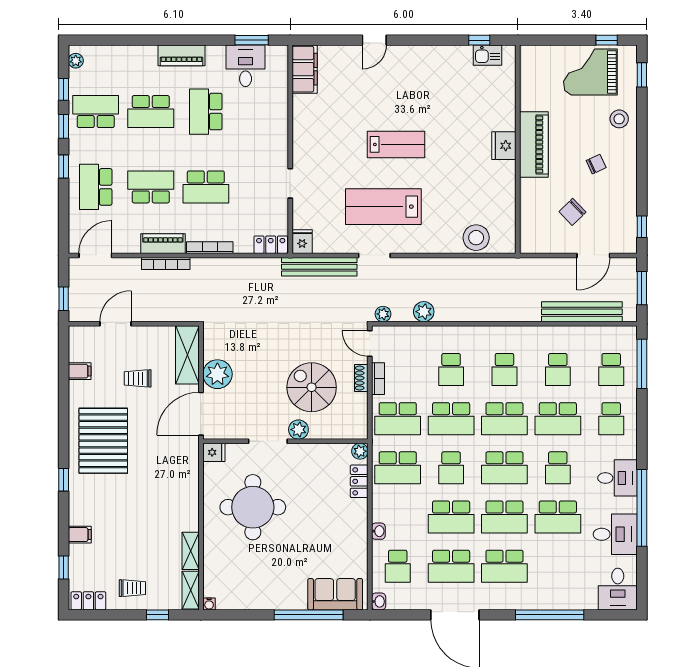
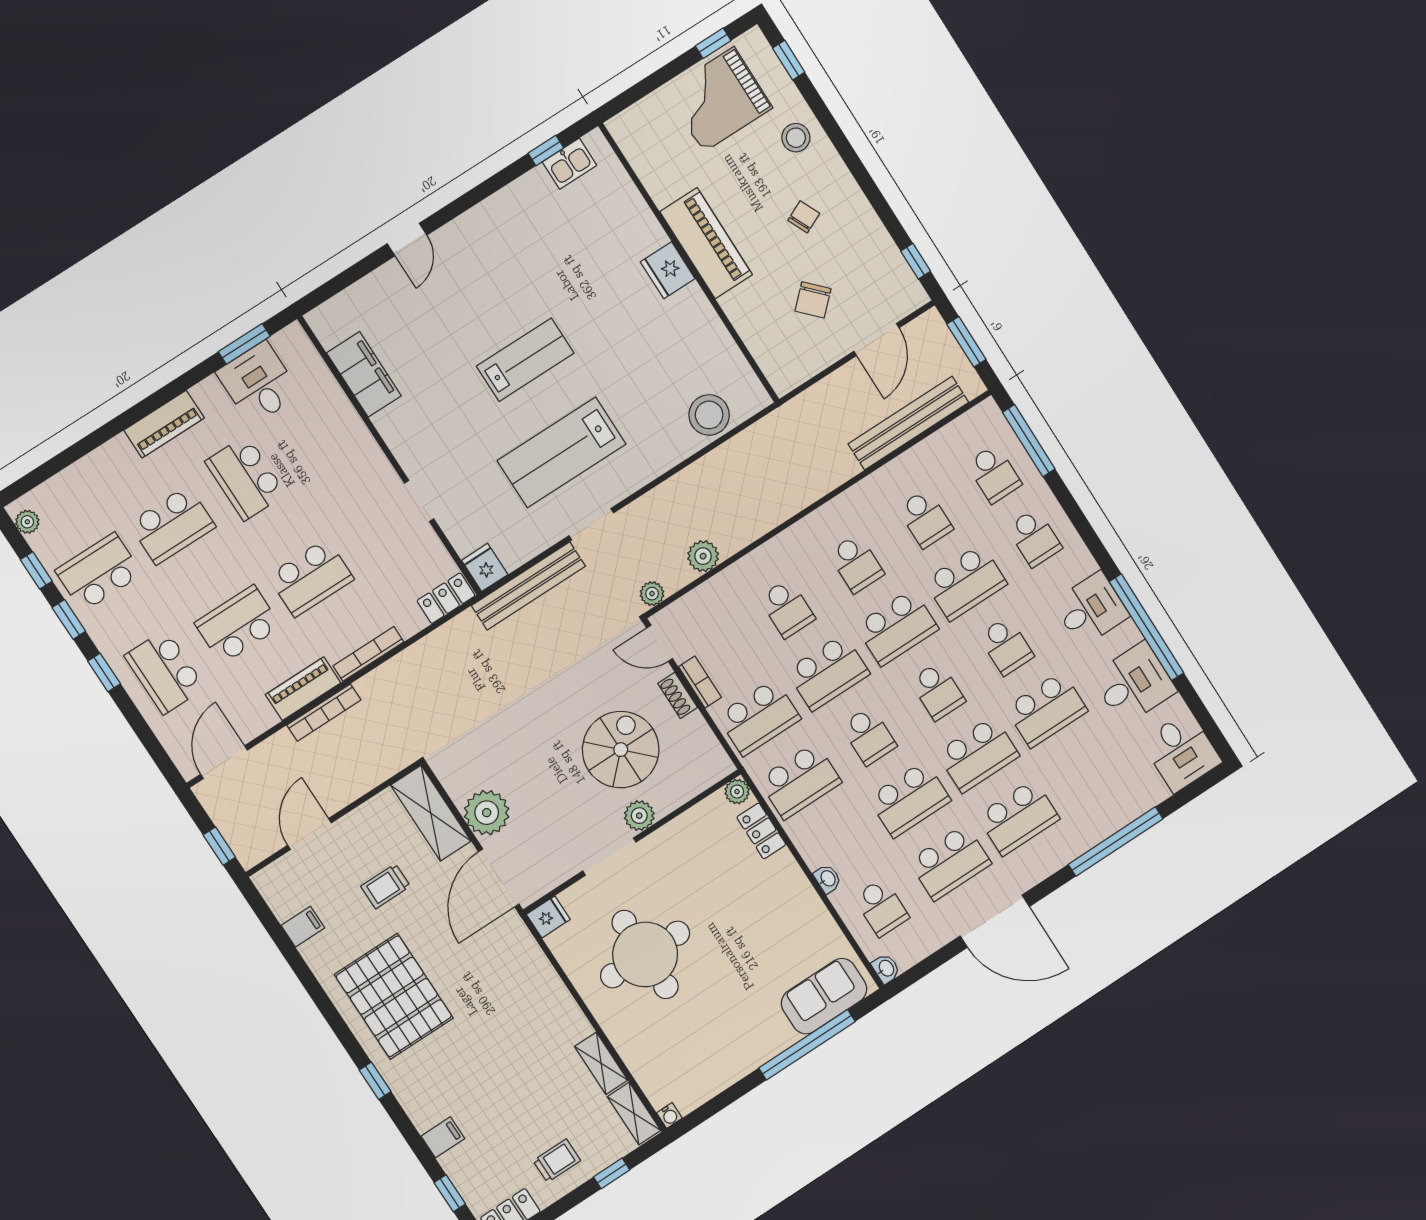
filing cabinet: (305, 69) -> (364, 374), moved
spiral stairs: (312, 387) -> (621, 750), turned 90
school desk: (504, 468) -> (938, 691), width x0.54

